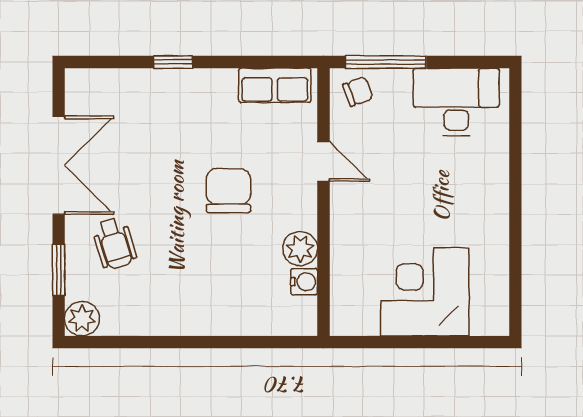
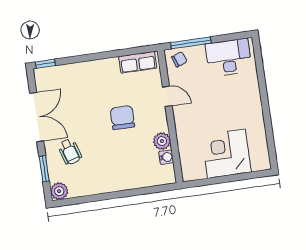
window: (173, 62) -> (45, 64), moved

